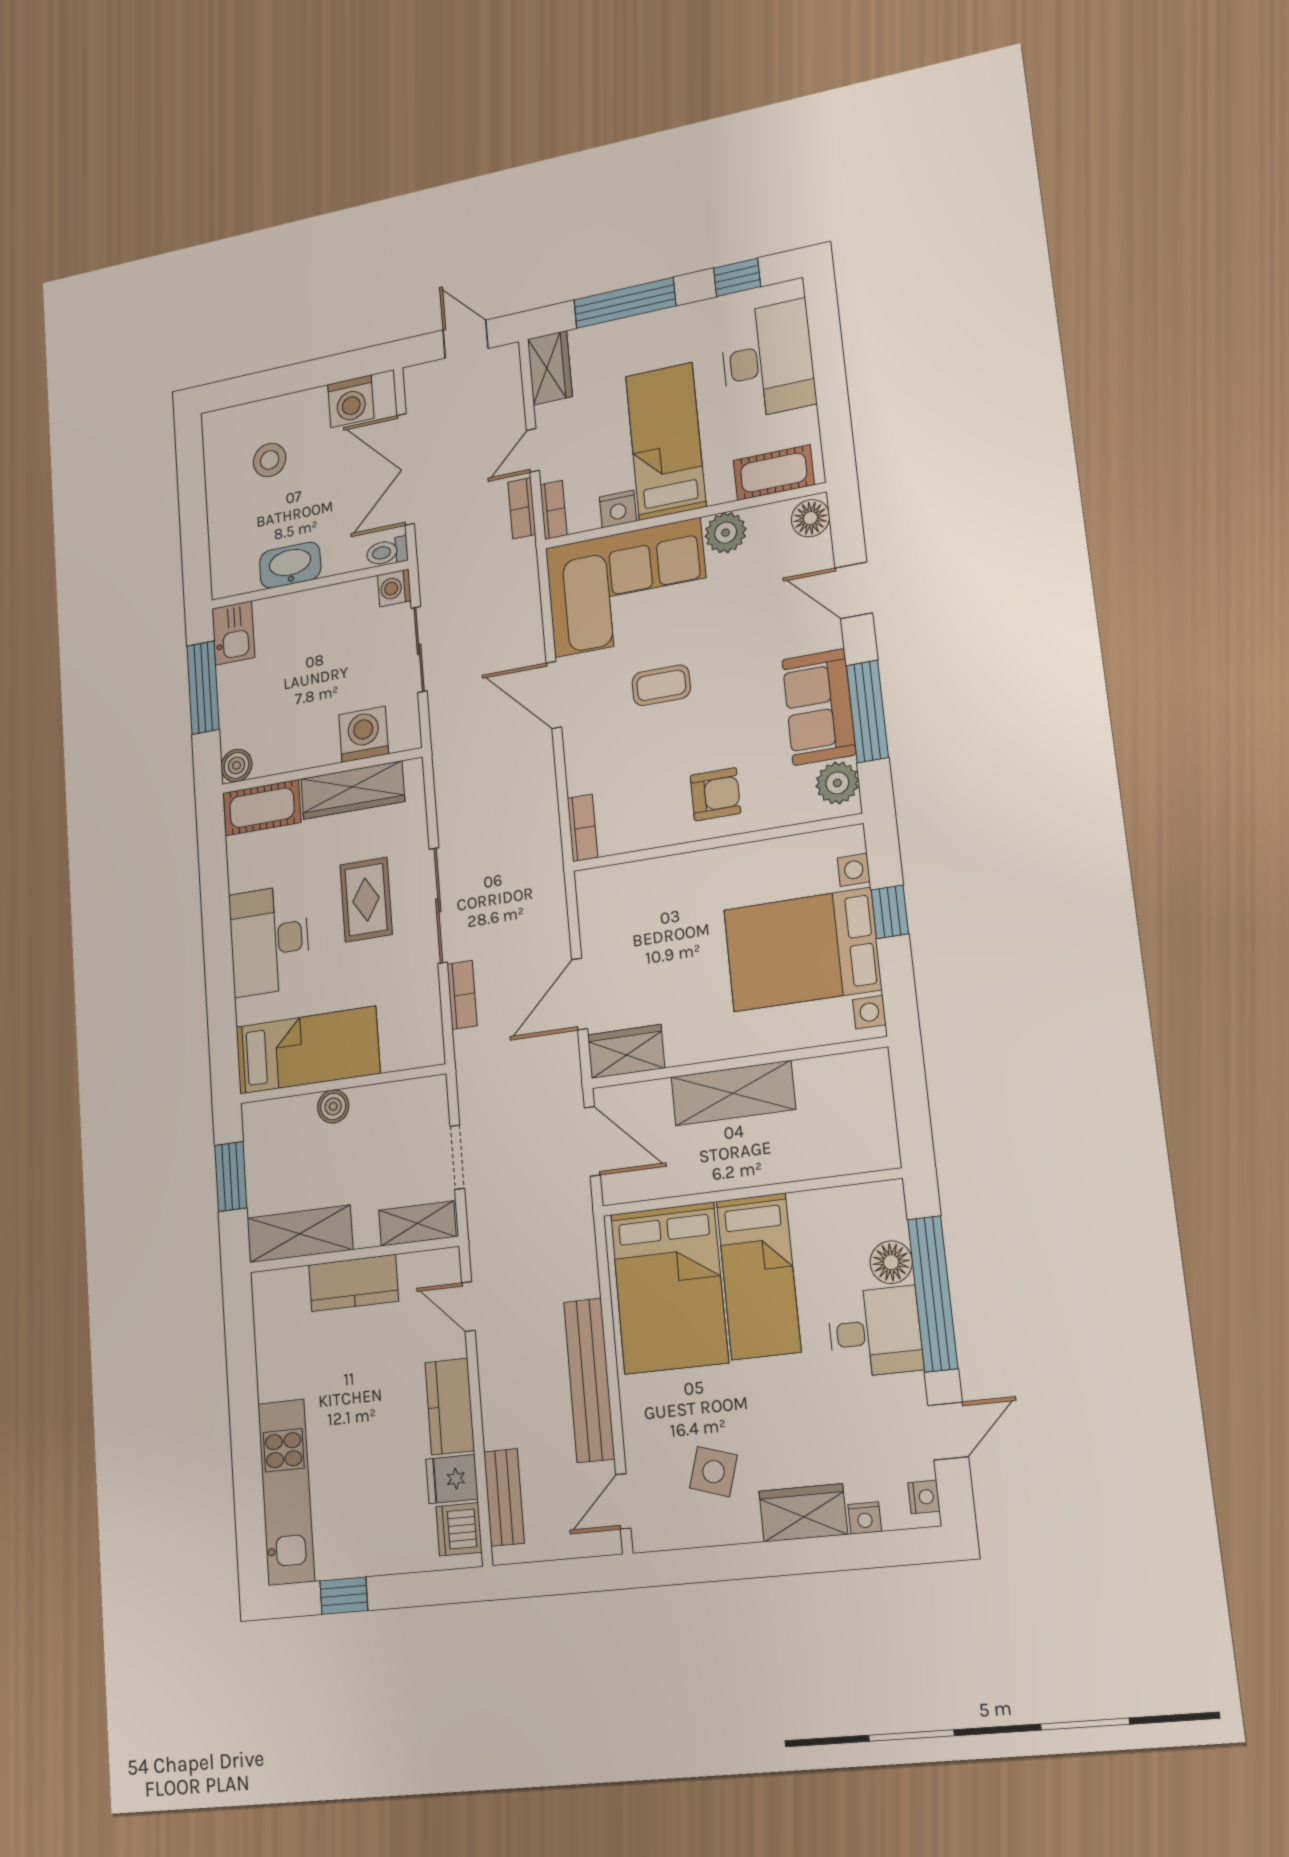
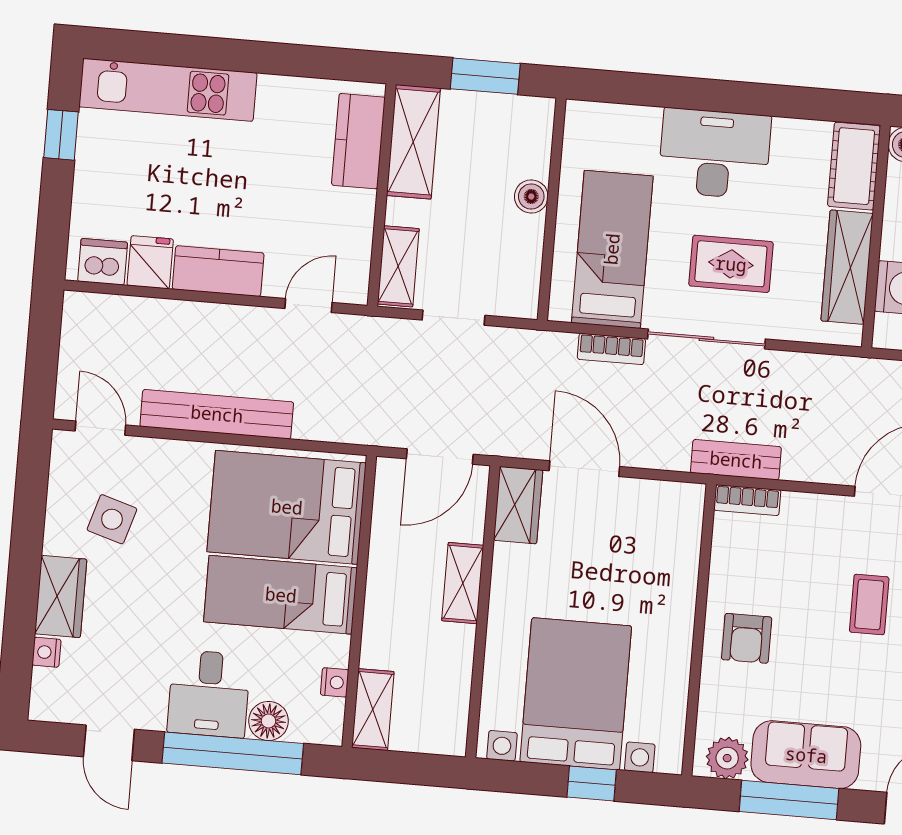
bed: (308, 1050) -> (612, 249), moved, turned 180
shelving: (733, 1093) -> (463, 583), width x0.67, depth x0.75
shelving: (858, 1154) -> (373, 710), added
kitchen counter: (353, 1283) -> (358, 141), moved
bench: (504, 1497) -> (736, 460), moved
nightstand: (924, 1497) -> (335, 682), moved, turned -90

